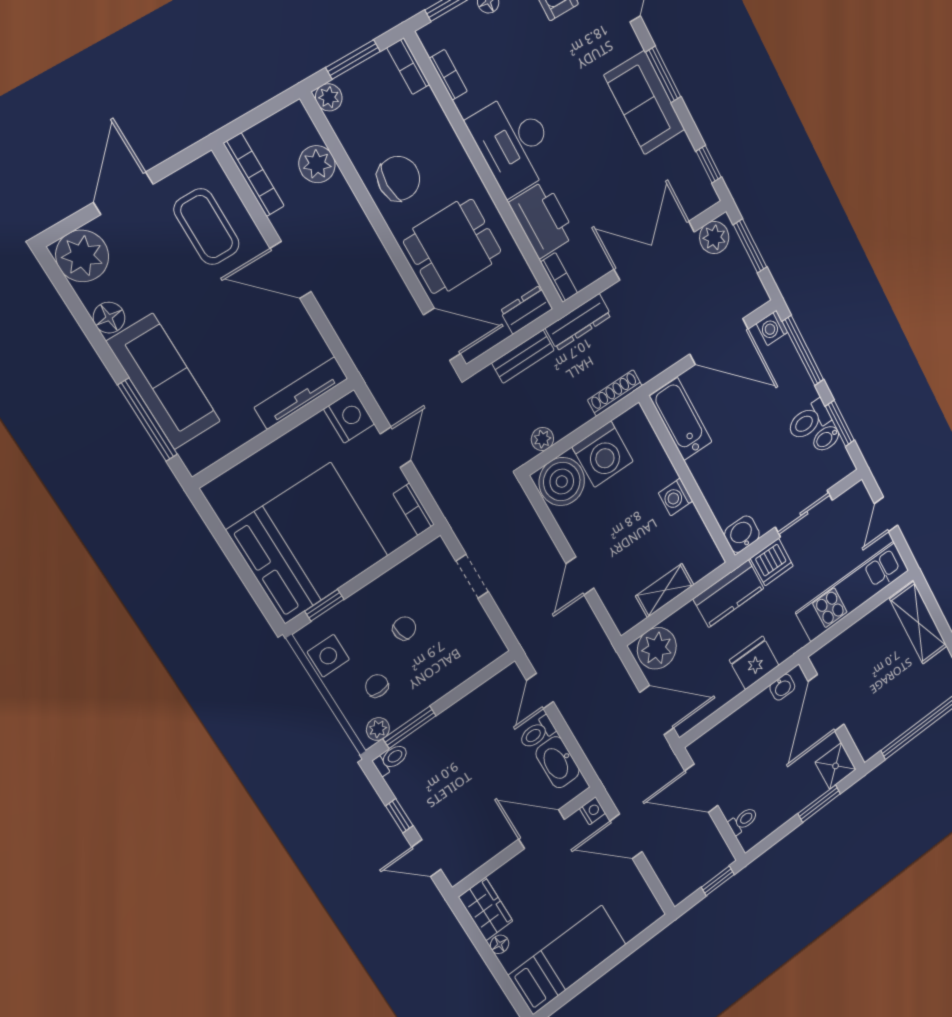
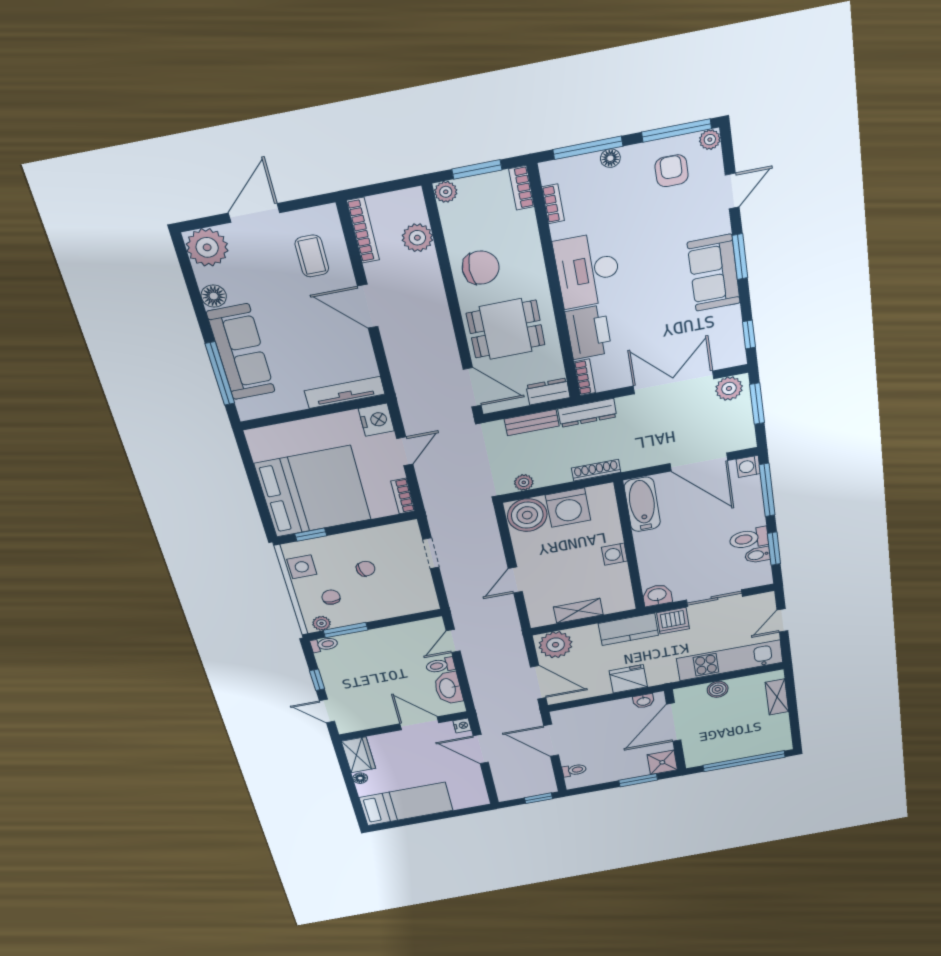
coffee table: (207, 227) -> (312, 256), width x0.73, depth x0.77
shelving: (918, 623) -> (777, 697), width x0.67, depth x0.75
boiler: (855, 637) -> (718, 689), added

